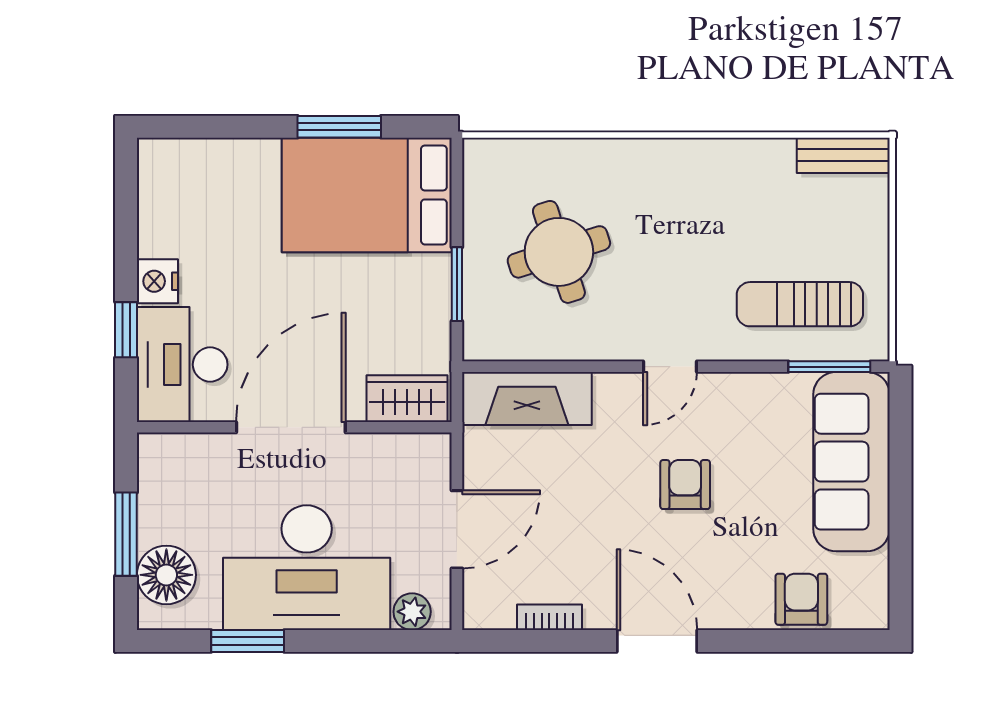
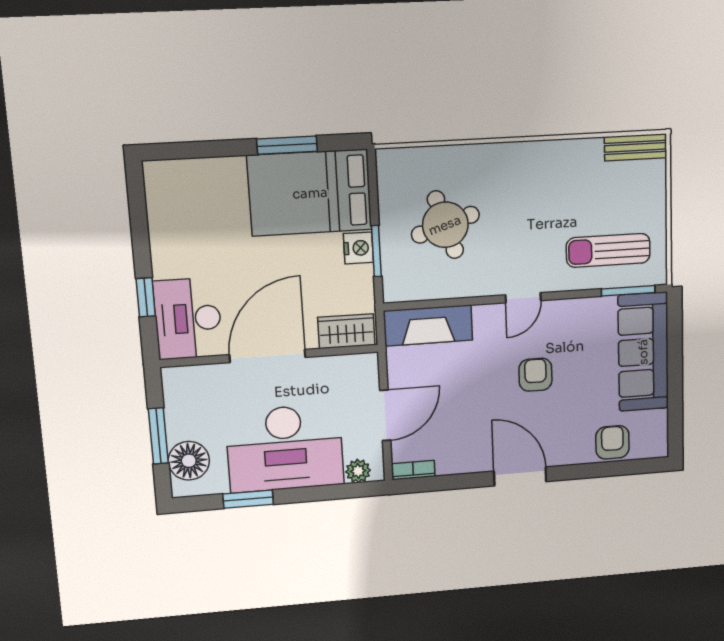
nightstand: (157, 281) -> (358, 248), moved, turned 180
bookcase: (549, 617) -> (413, 470), moved

